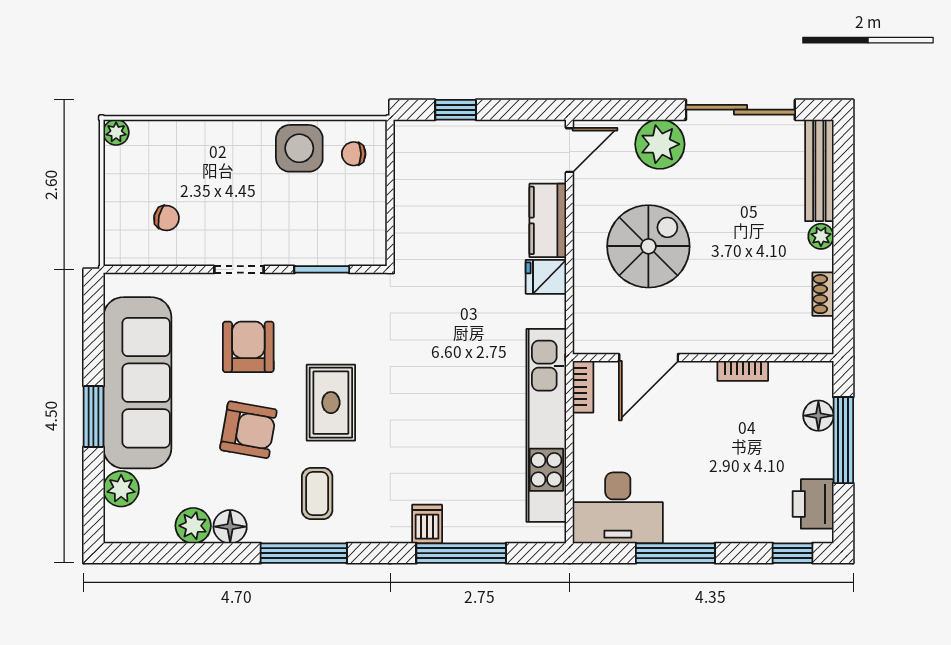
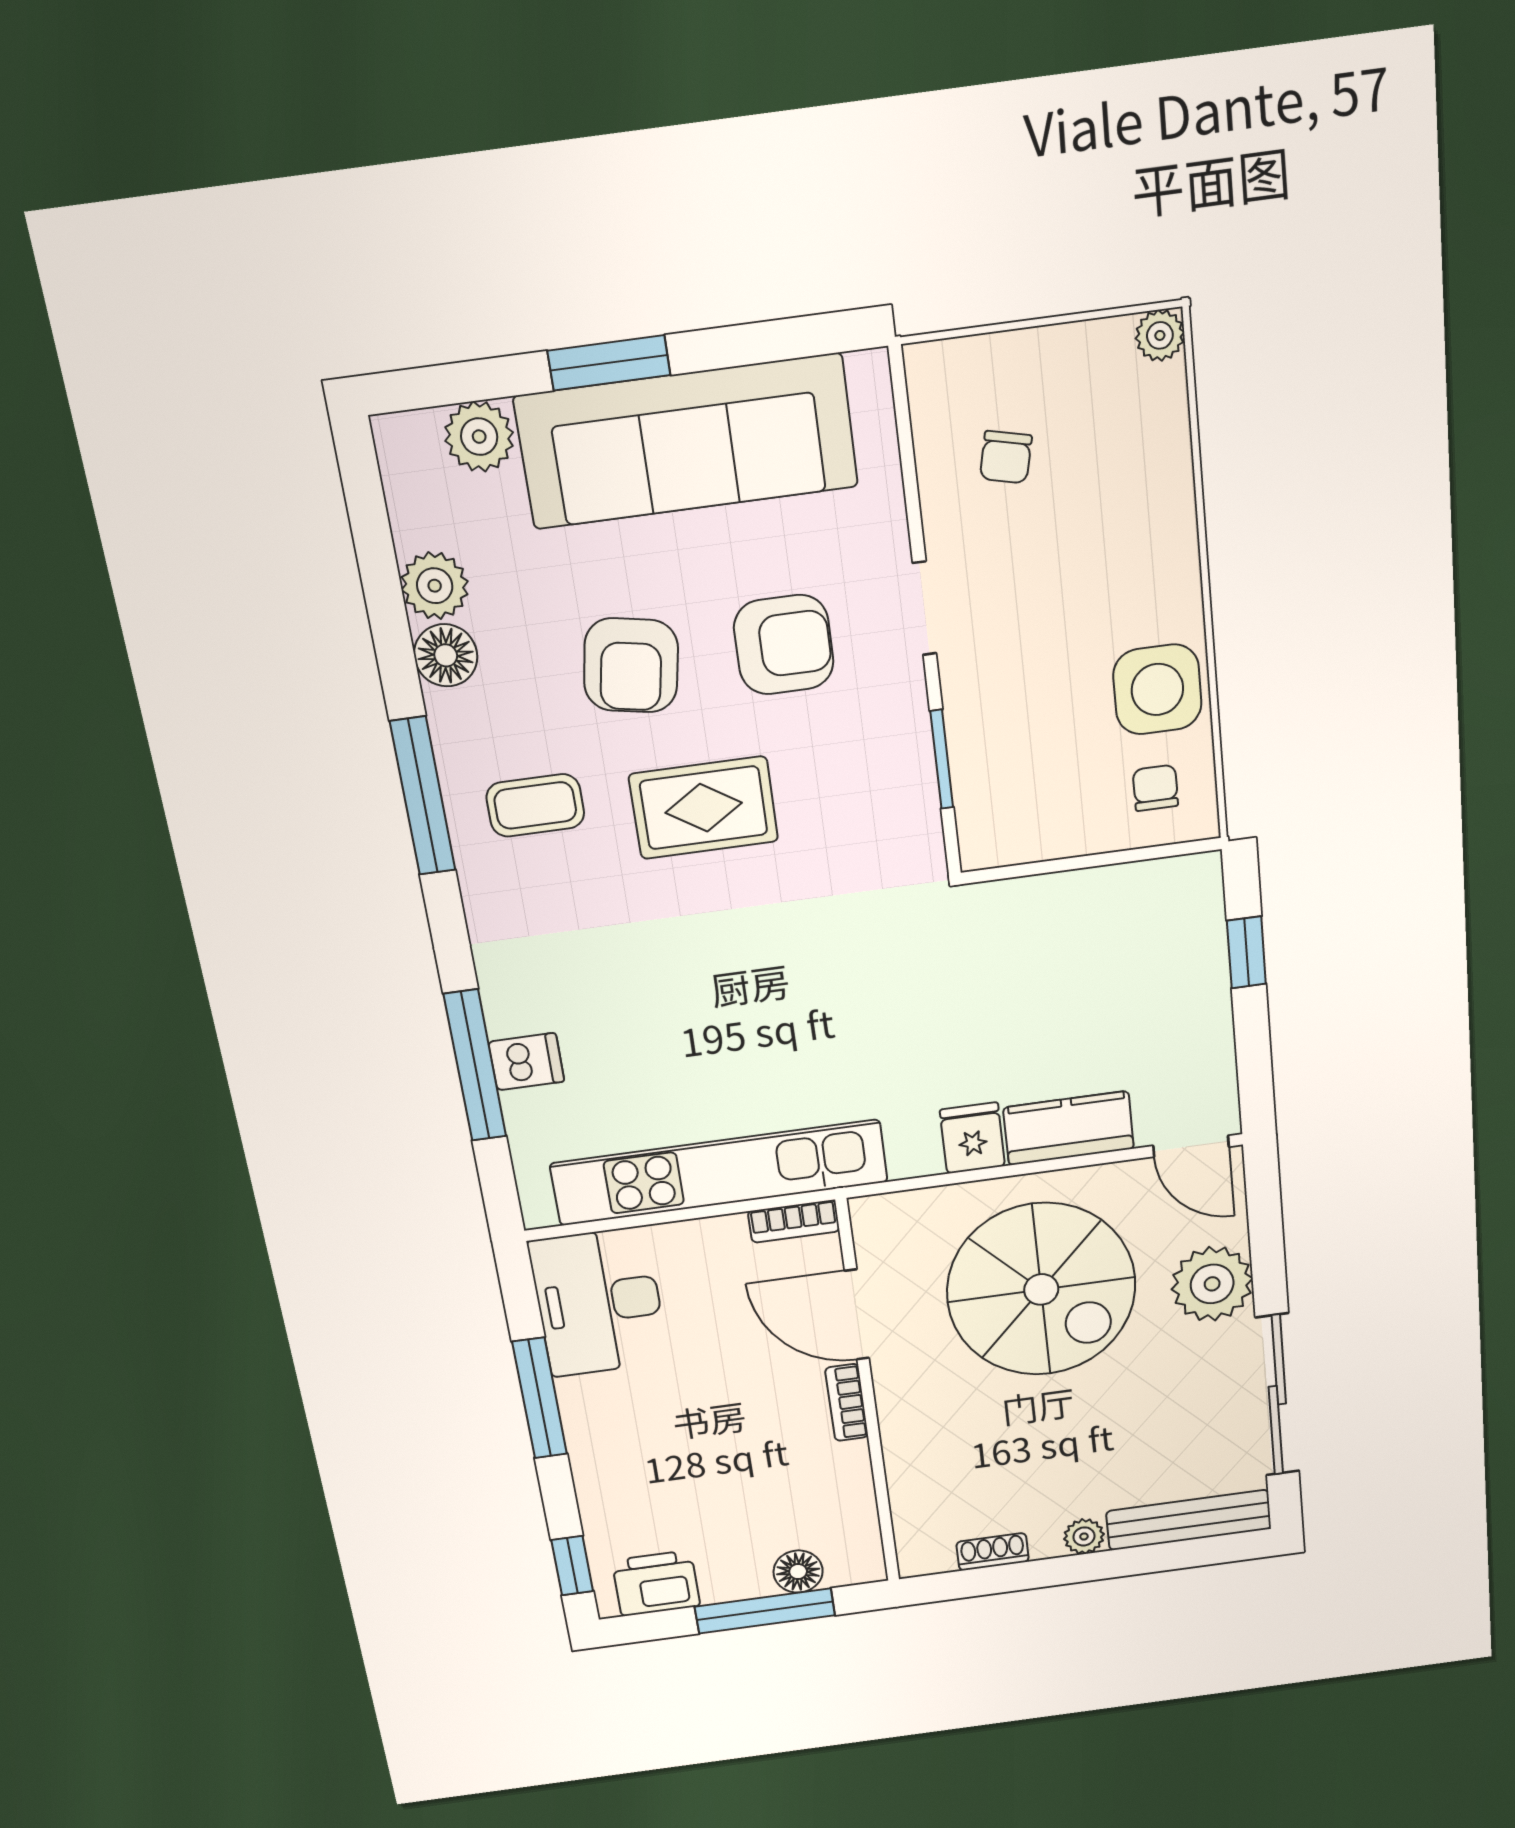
spiral stairs: (648, 246) -> (1041, 1289), width x1.37, depth x1.37
bookcase: (743, 371) -> (847, 1403), moved
dishwasher: (427, 524) -> (526, 1062), moved

